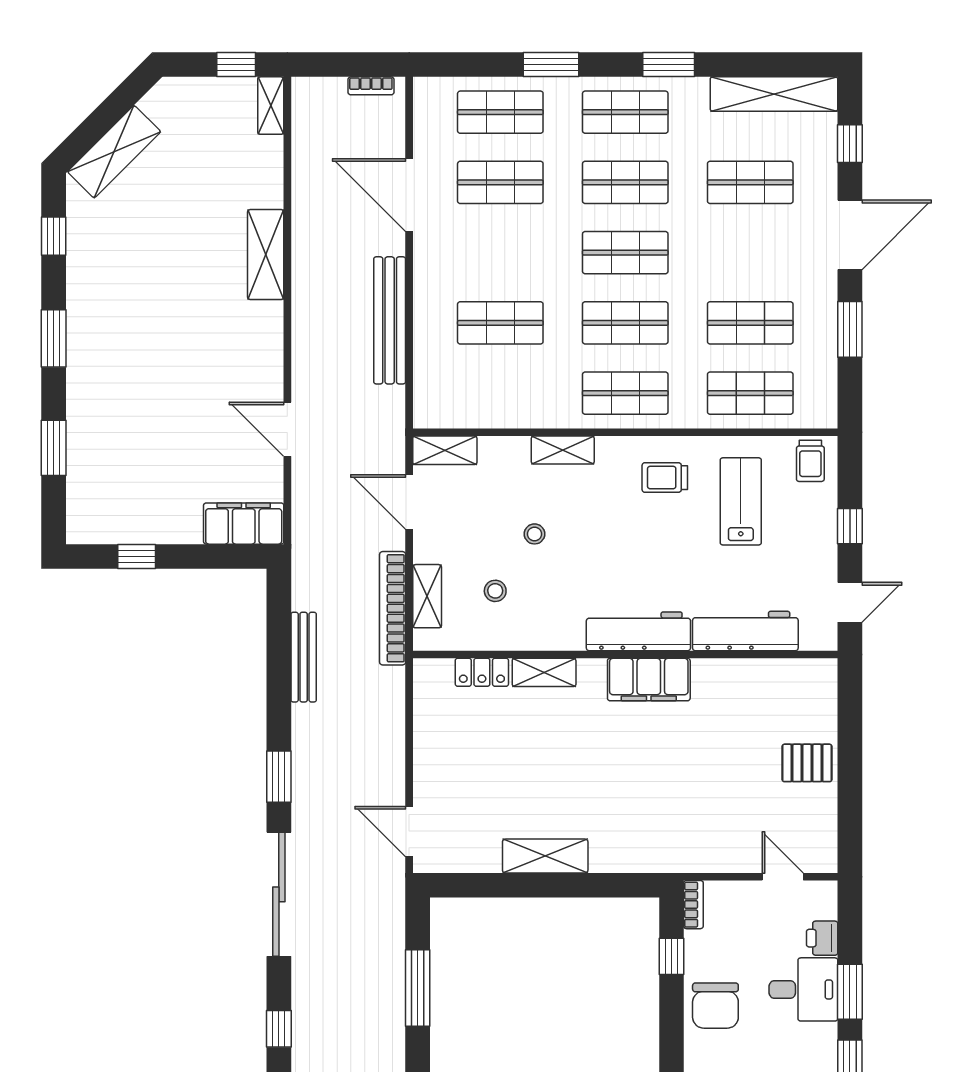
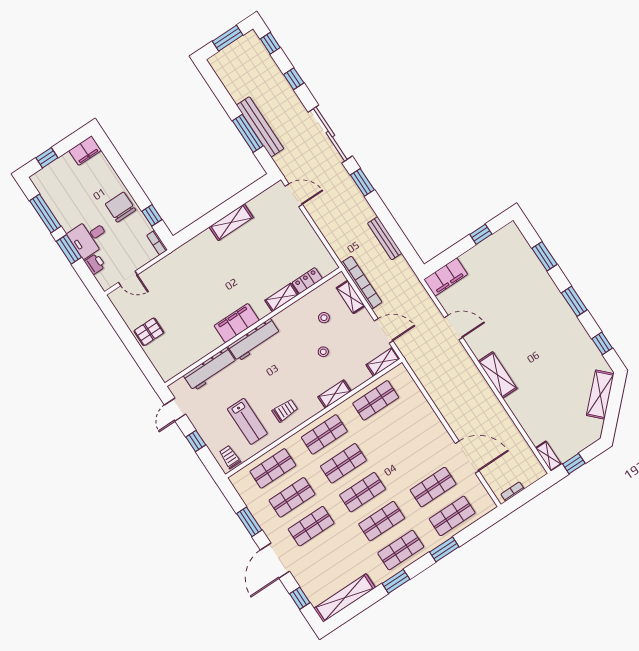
shop shelf: (750, 182) -> (311, 526), moved
shelving: (266, 255) -> (498, 375), moved
bench: (390, 320) -> (260, 127), moved
shop shelf: (500, 323) -> (376, 400), moved

